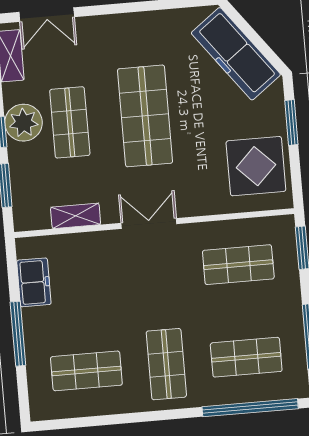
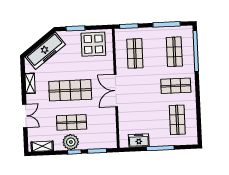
double door: (47, 15) -> (25, 116), moved
shelving: (76, 216) -> (30, 83), moved
double door: (149, 223) -> (116, 91), width x1.37

